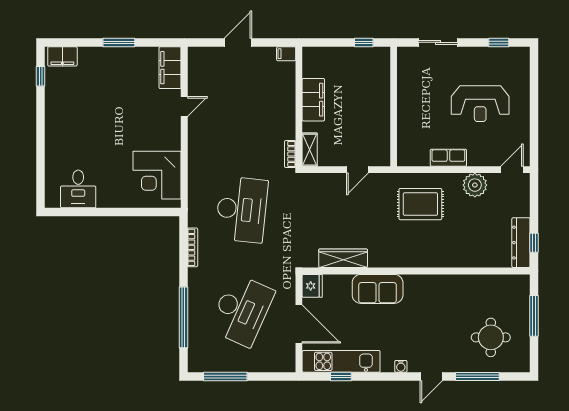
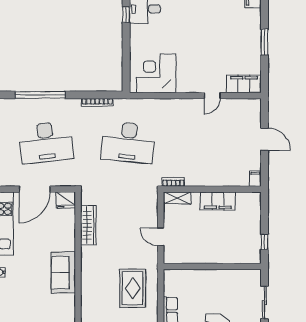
door: (184, 106) -> (212, 96), hinge flipped
window: (85, 212) -> (126, 15), added
sofa: (378, 289) -> (63, 273), moved
desk: (242, 310) -> (46, 142), turned -30

